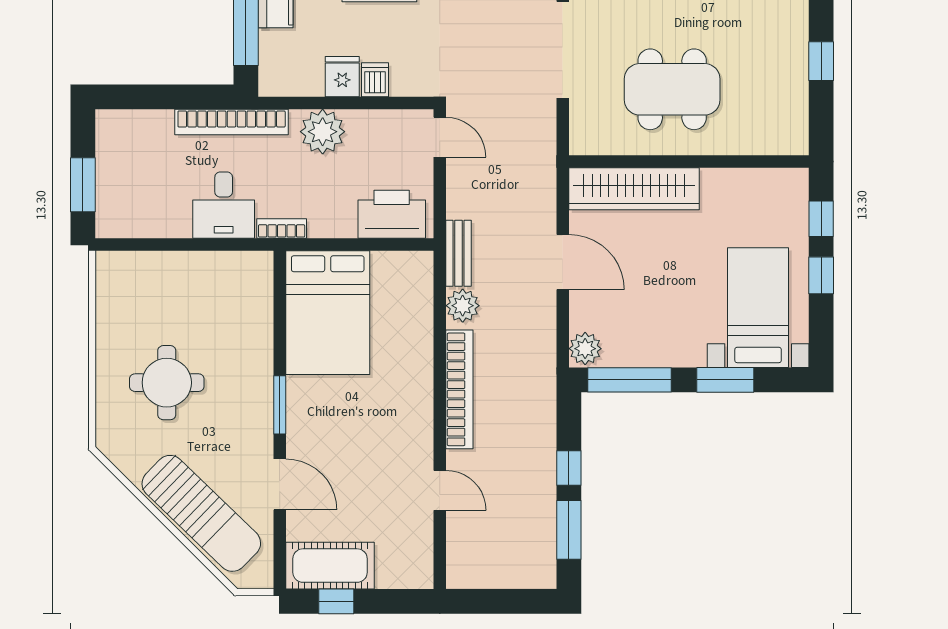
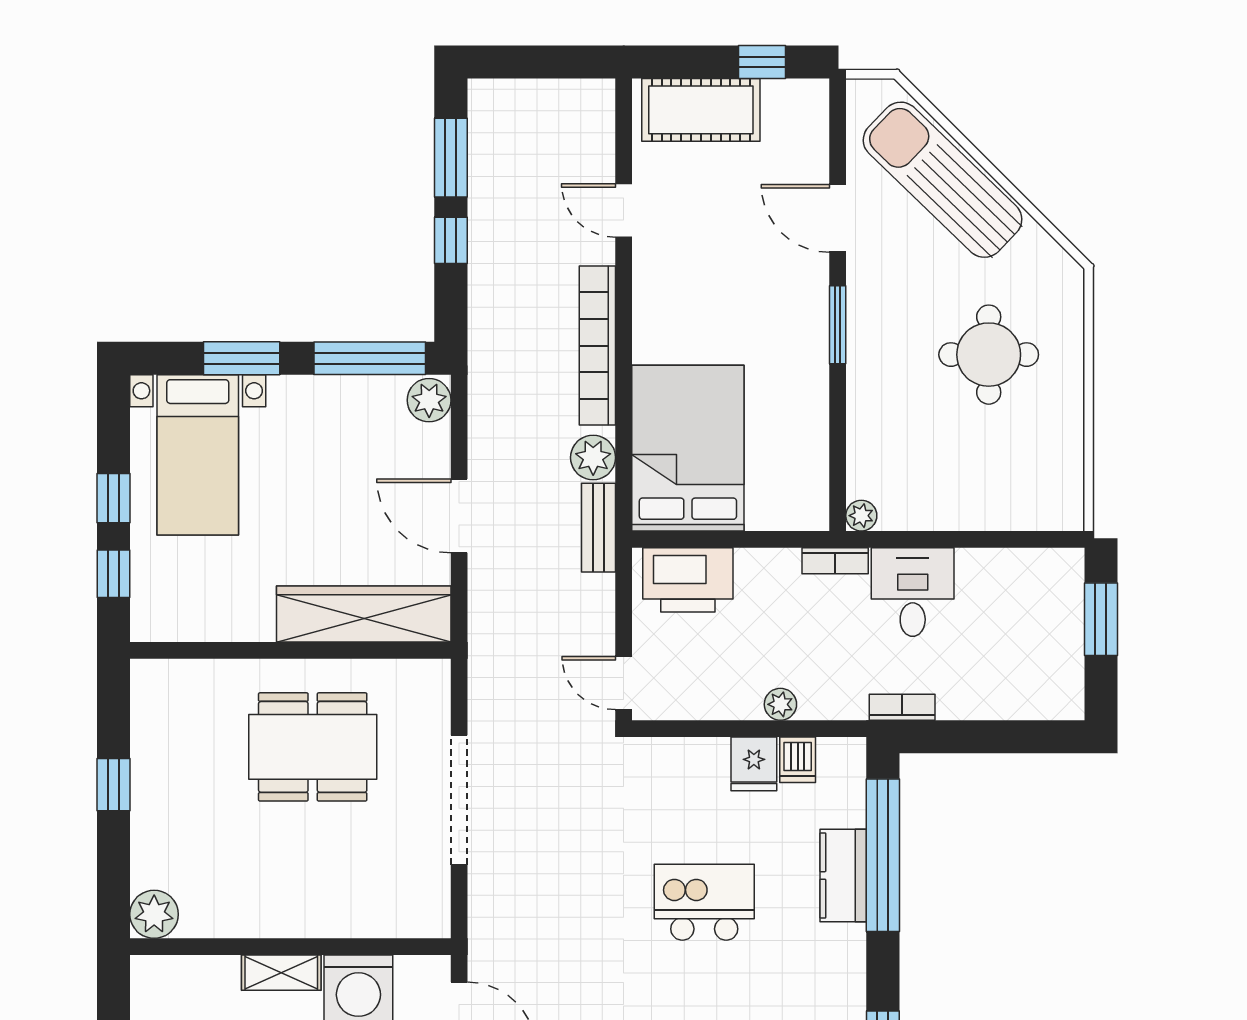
dishwasher: (375, 80) -> (798, 760), moved
bookcase: (232, 122) -> (902, 707), width x0.43, depth x0.76
plant: (323, 132) -> (780, 704), width x0.53, depth x0.53
plant: (262, 262) -> (861, 516), added
bed: (328, 313) -> (688, 448), moved
cot: (330, 566) -> (701, 110), moved

